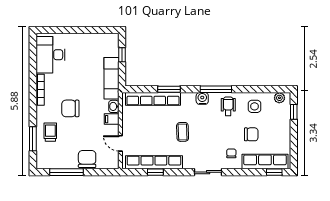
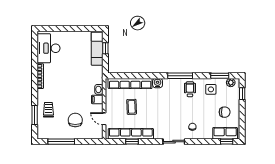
exam couch: (112, 78) -> (97, 49), moved
window: (169, 89) -> (220, 76), moved
water cooler: (202, 98) -> (158, 83), moved
chair: (70, 108) -> (64, 91), removed
coffee table: (183, 132) -> (132, 107), moved
chair: (251, 134) -> (225, 112), moved
chair: (87, 159) -> (75, 120), moved
row of seats: (265, 162) -> (225, 133), width x0.68

